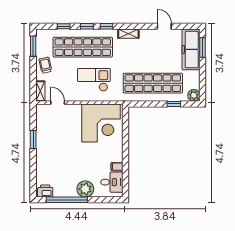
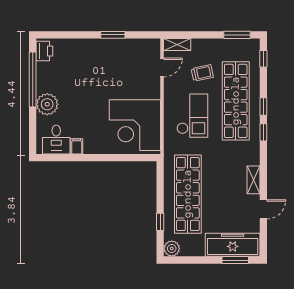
window: (64, 26) -> (263, 59), moved
shelving: (128, 34) -> (254, 180), moved
trolley: (45, 65) -> (202, 73), moved

